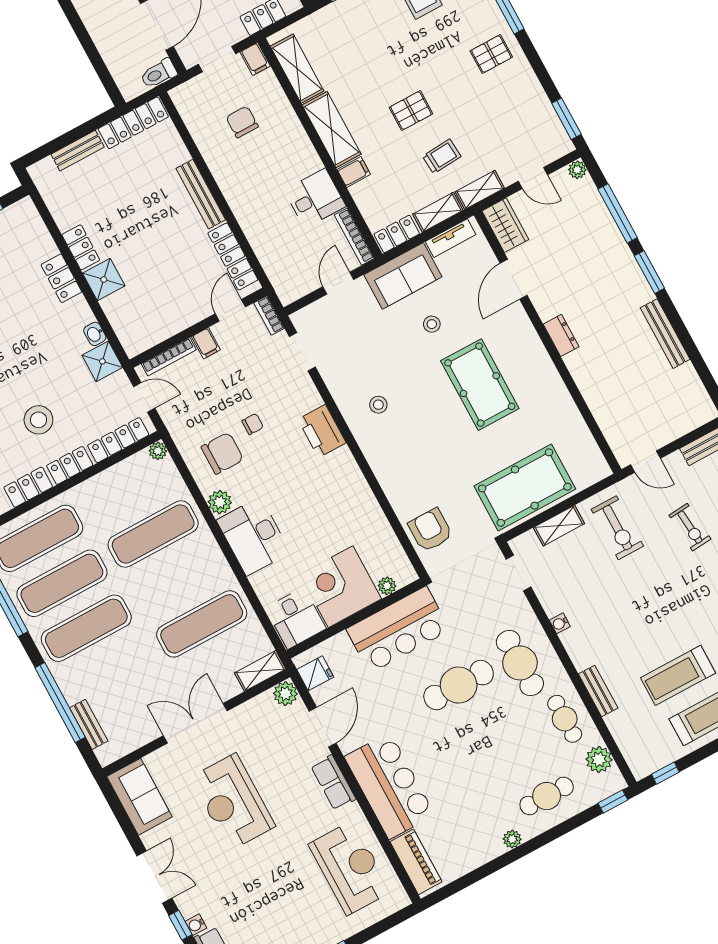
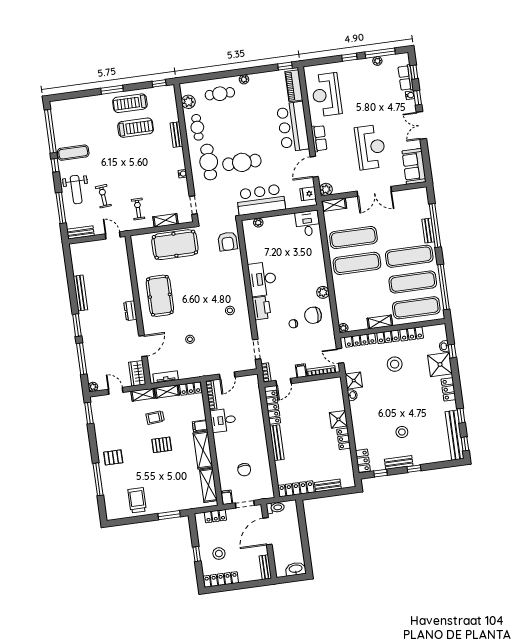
sofa: (403, 276) -> (195, 367), removed
locker: (61, 278) -> (363, 461), moved
pool table: (480, 385) -> (160, 296), moved
shelving: (95, 487) -> (380, 322), added
exercise bike: (617, 528) -> (138, 209), width x0.73, depth x0.72
exercise mat: (153, 534) -> (357, 263), moved
desk: (253, 536) -> (262, 279), moved, turned 180
corner desk: (341, 587) -> (281, 230), removed
bench: (89, 724) -> (428, 231), moved
window: (613, 802) -> (285, 66), moved

